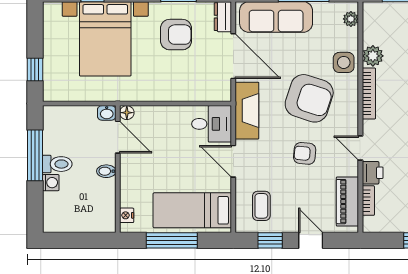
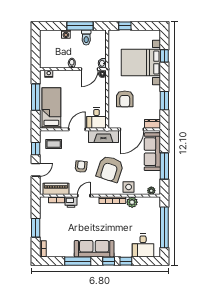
armchair: (176, 35) -> (125, 99), moved
toilet: (57, 164) -> (86, 37), moved

